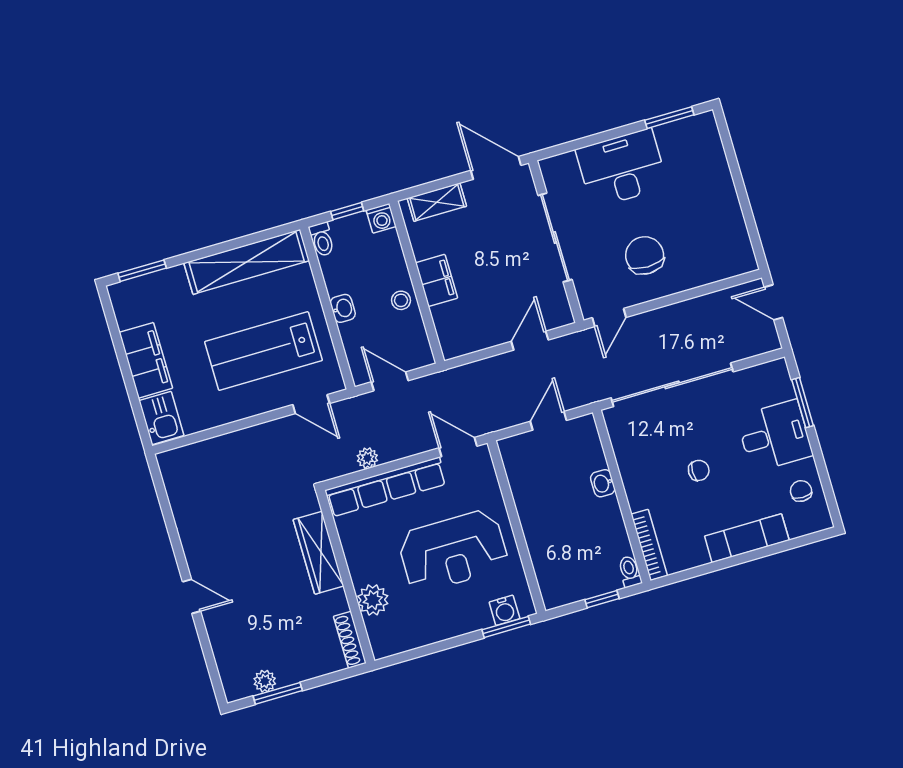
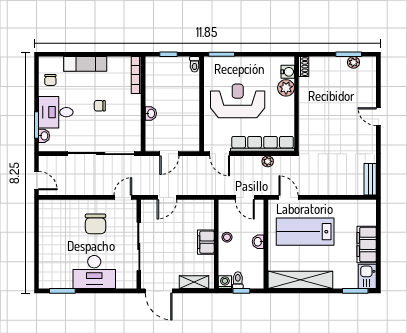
toilet: (322, 239) -> (238, 280), moved
lab bench: (263, 351) -> (305, 232), turned 180
washbasin: (783, 387) -> (44, 136), added
kitchen sink: (161, 418) -> (367, 276), moved
bench: (174, 479) -> (370, 179), added
wardrobe: (319, 553) -> (307, 120), removed
toilet: (630, 571) -> (195, 64), moved
water cooler: (504, 610) -> (288, 72), moved, turned 90
shoe rack: (350, 640) -> (304, 67), width x0.70

